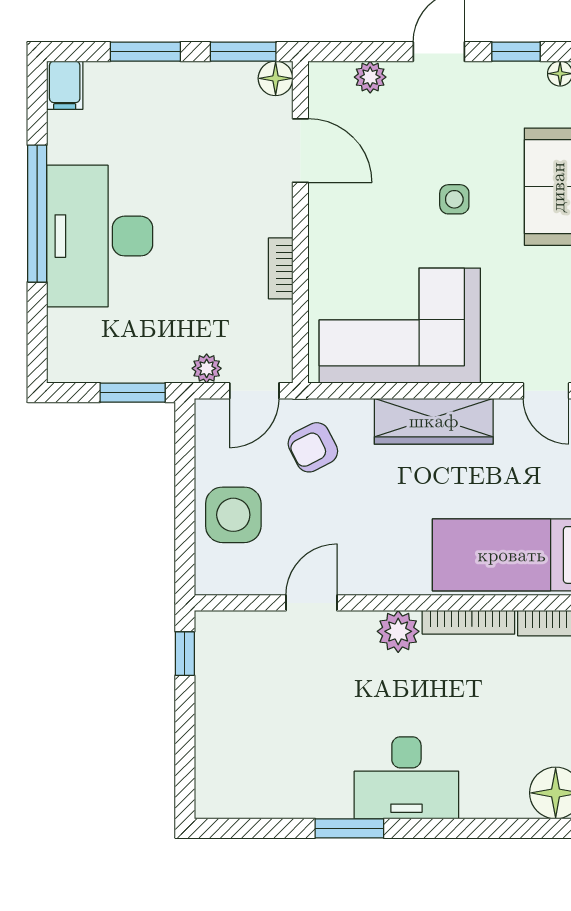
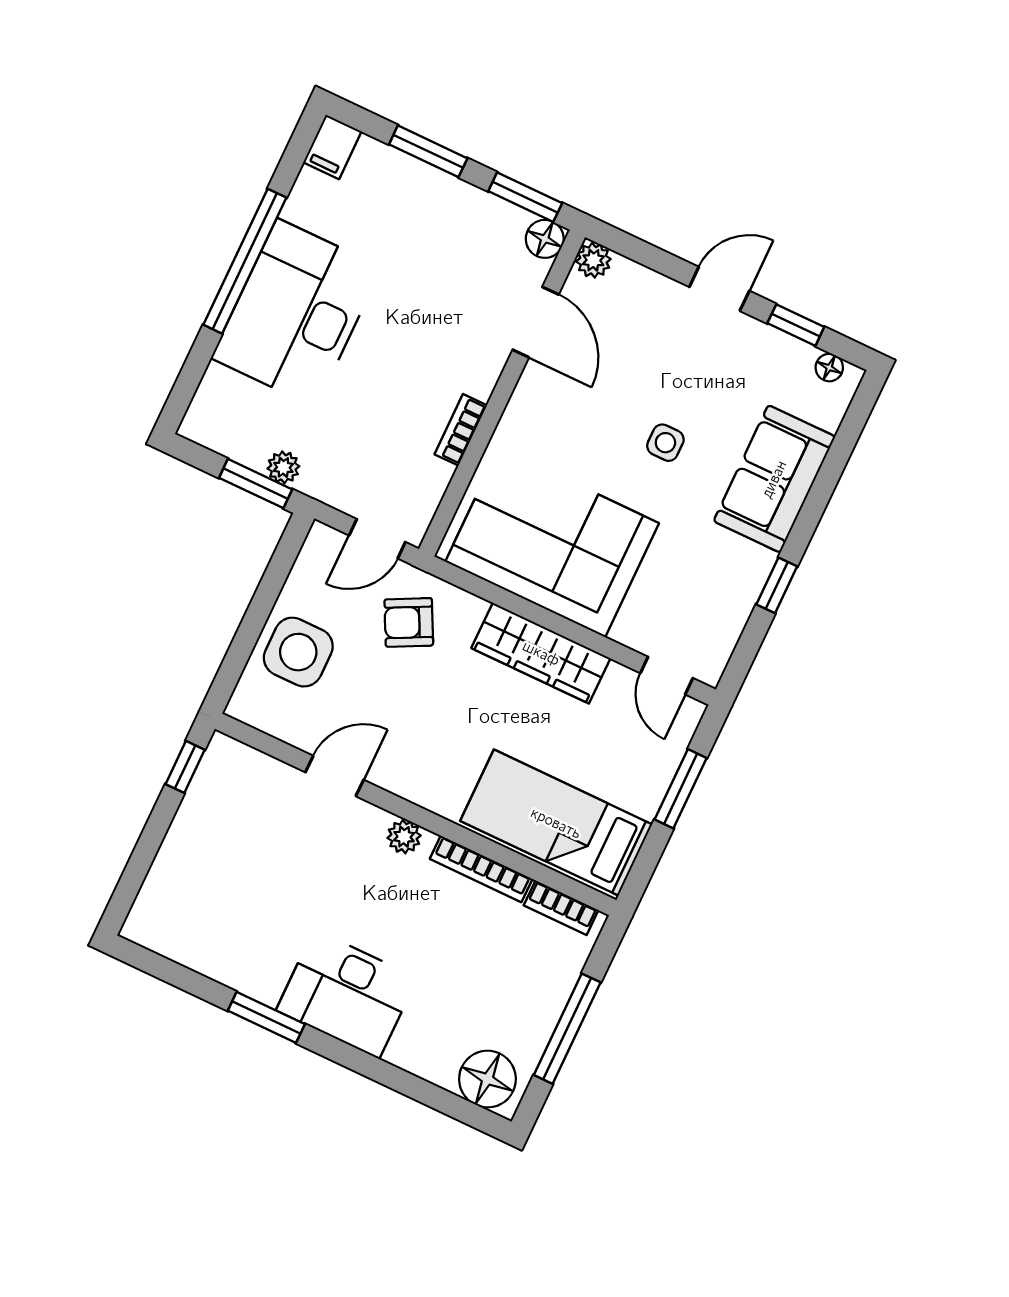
plant: (370, 77) -> (593, 260), moved
plant: (207, 368) -> (283, 467), moved
plant: (398, 631) -> (404, 837), width x0.73, depth x0.73

